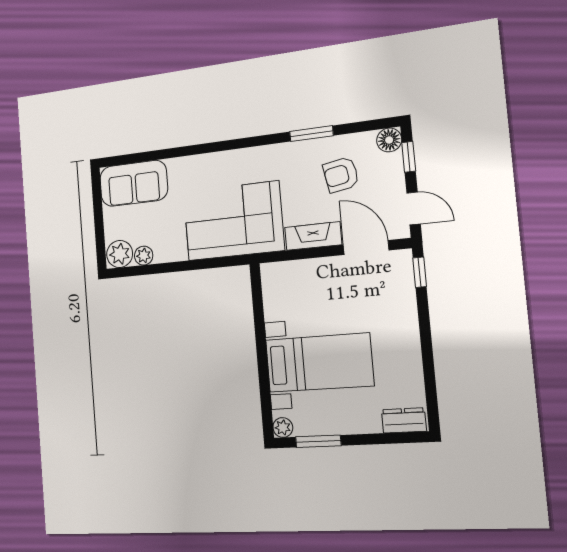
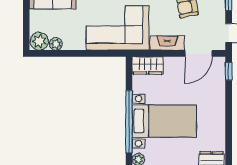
door: (366, 248) -> (199, 53), swing flipped
wardrobe: (285, 275) -> (148, 66), added
window: (263, 367) -> (129, 122), added

